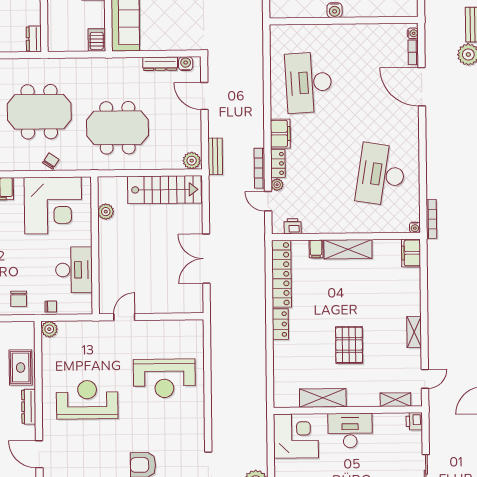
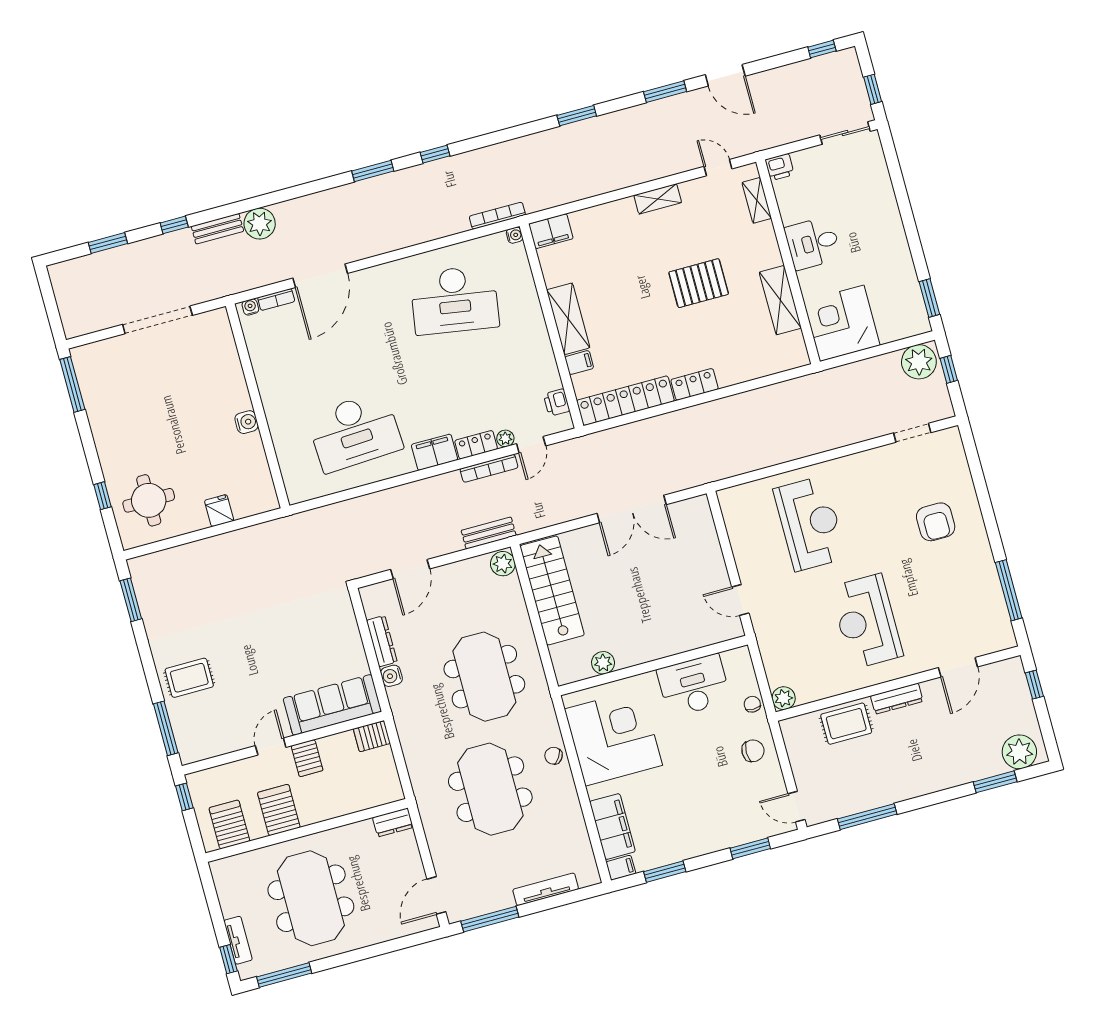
water cooler: (186, 64) -> (392, 676), moved
desk: (350, 431) -> (813, 243), width x0.73

